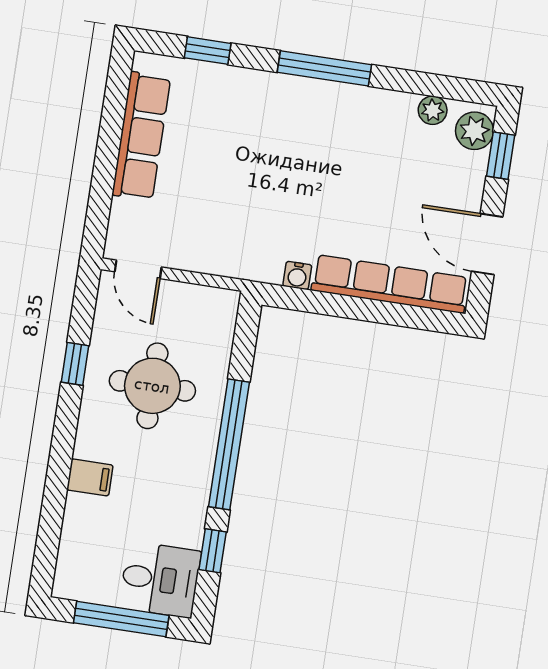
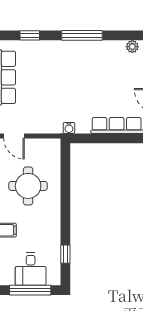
water cooler: (297, 275) -> (69, 128), moved
window: (229, 444) -> (65, 206), removed
desk: (160, 579) -> (31, 269), moved, turned 90

